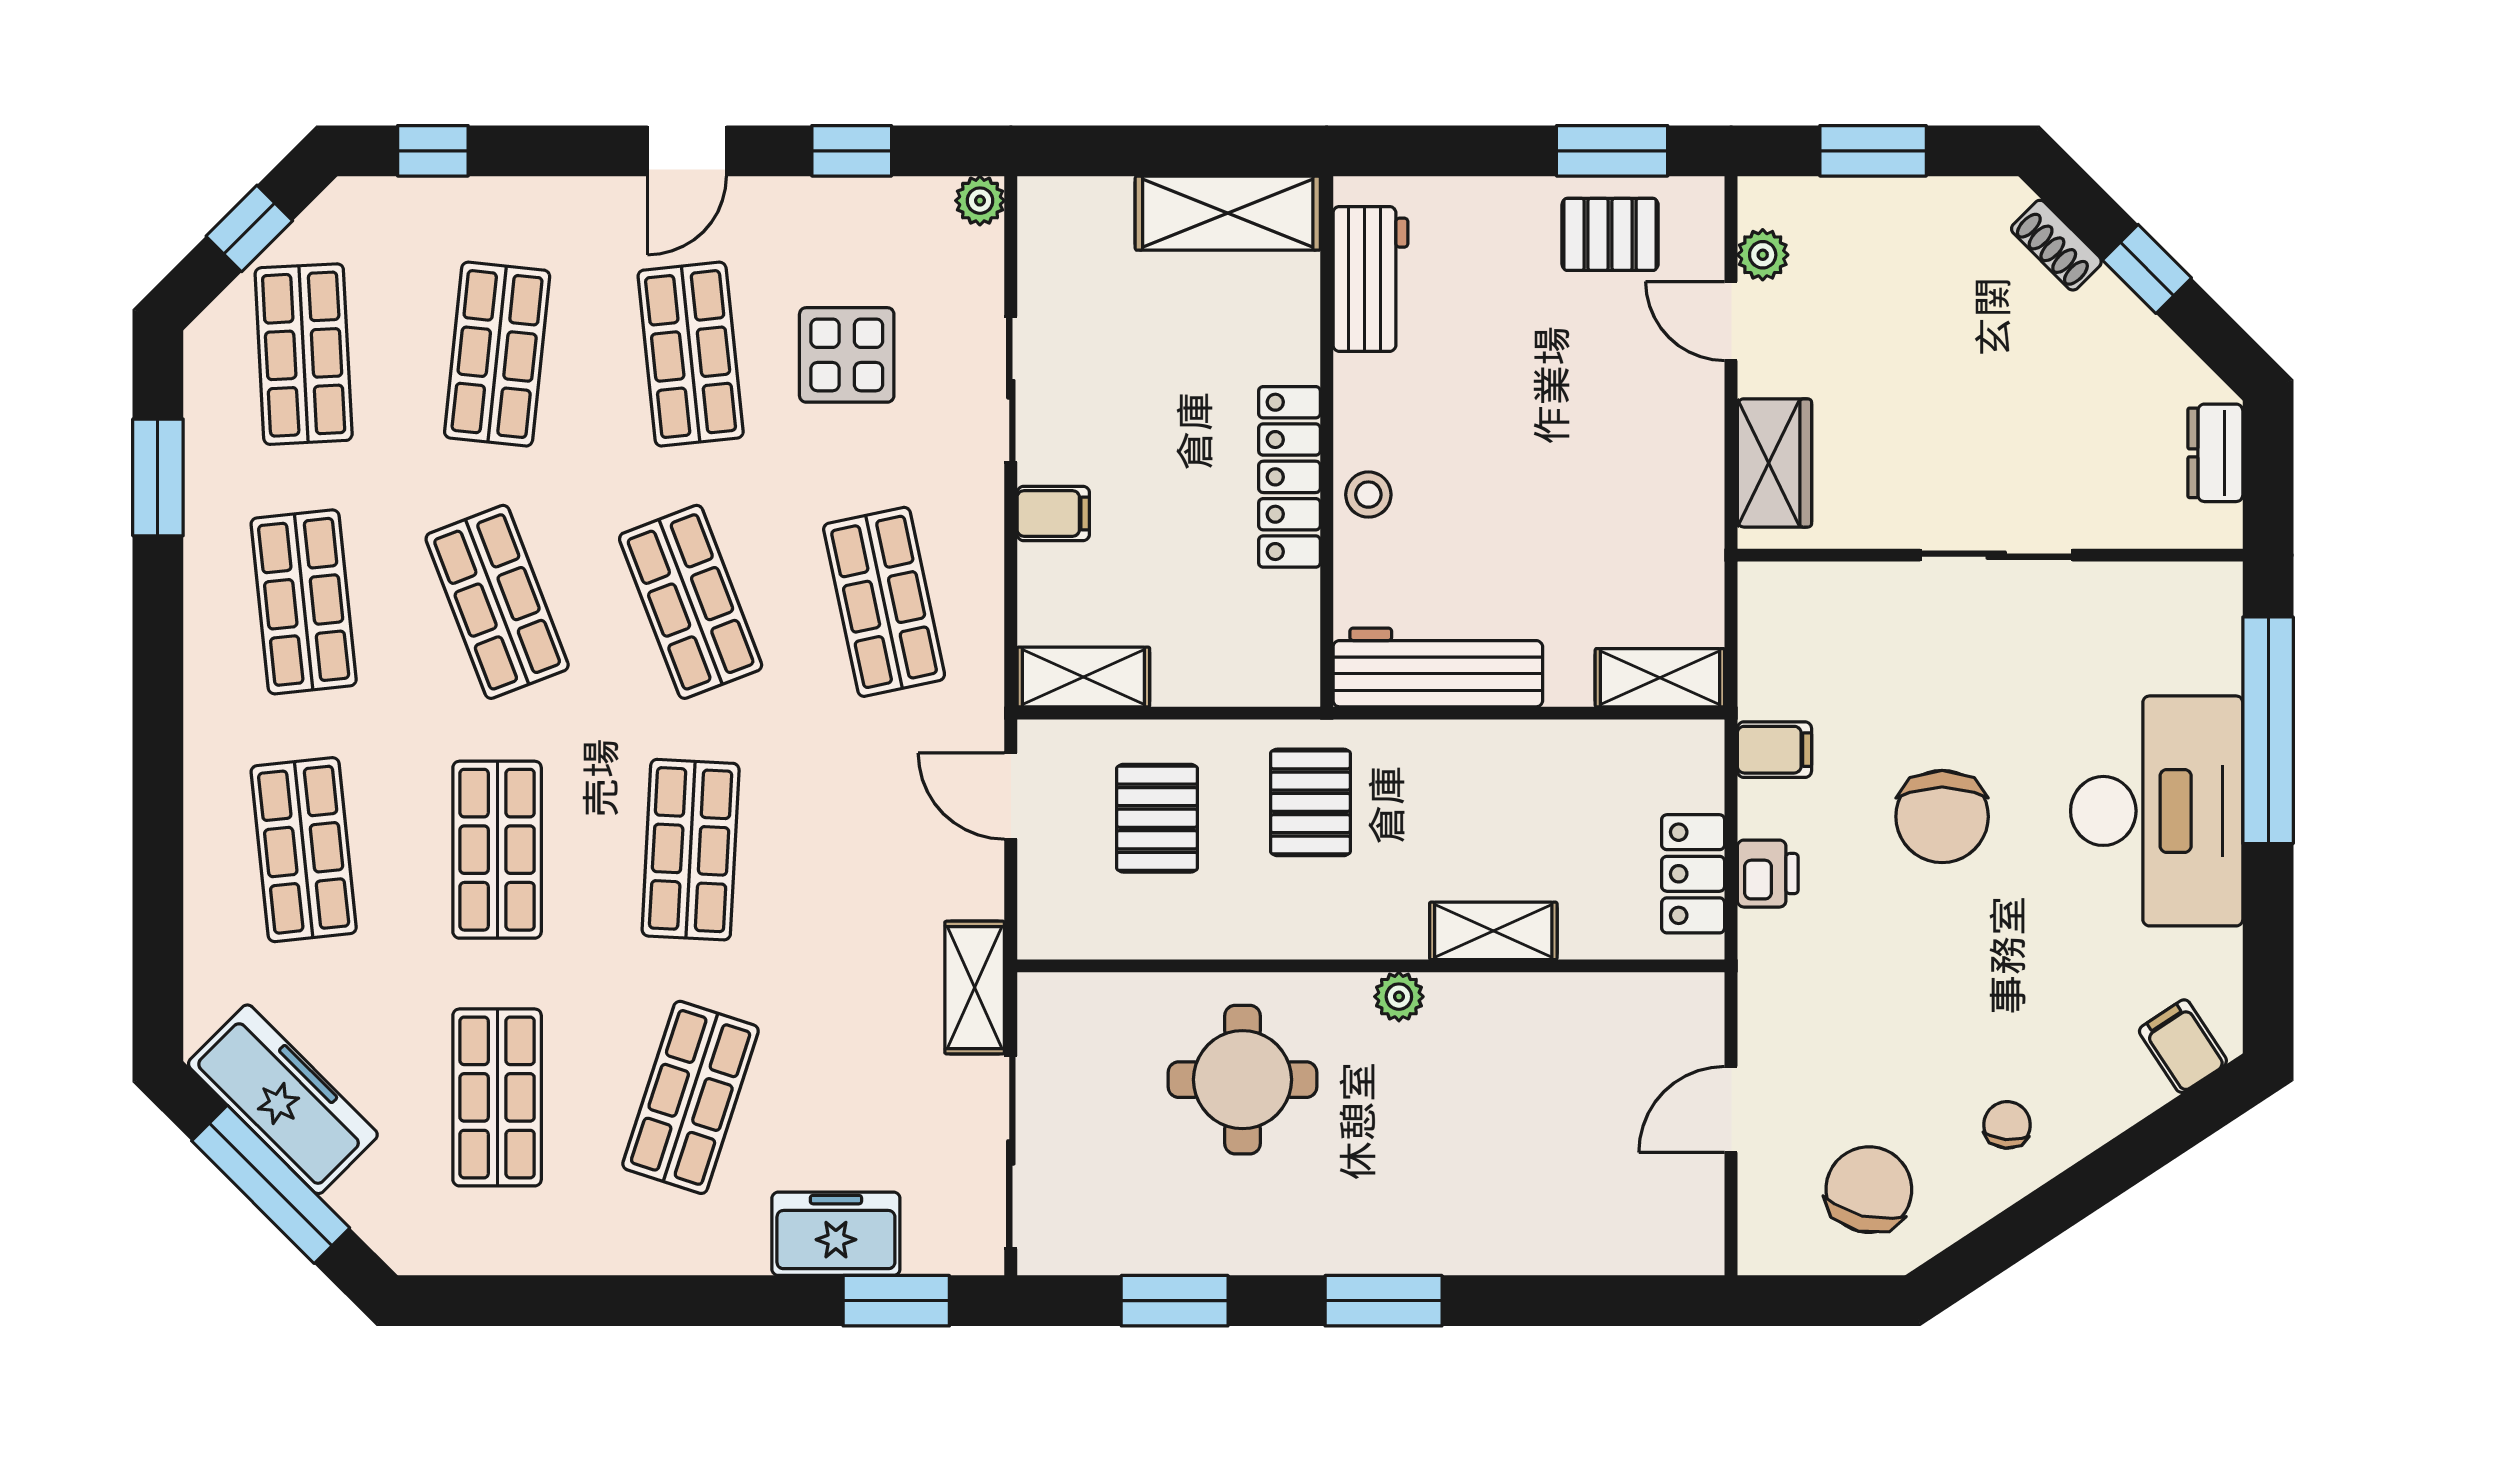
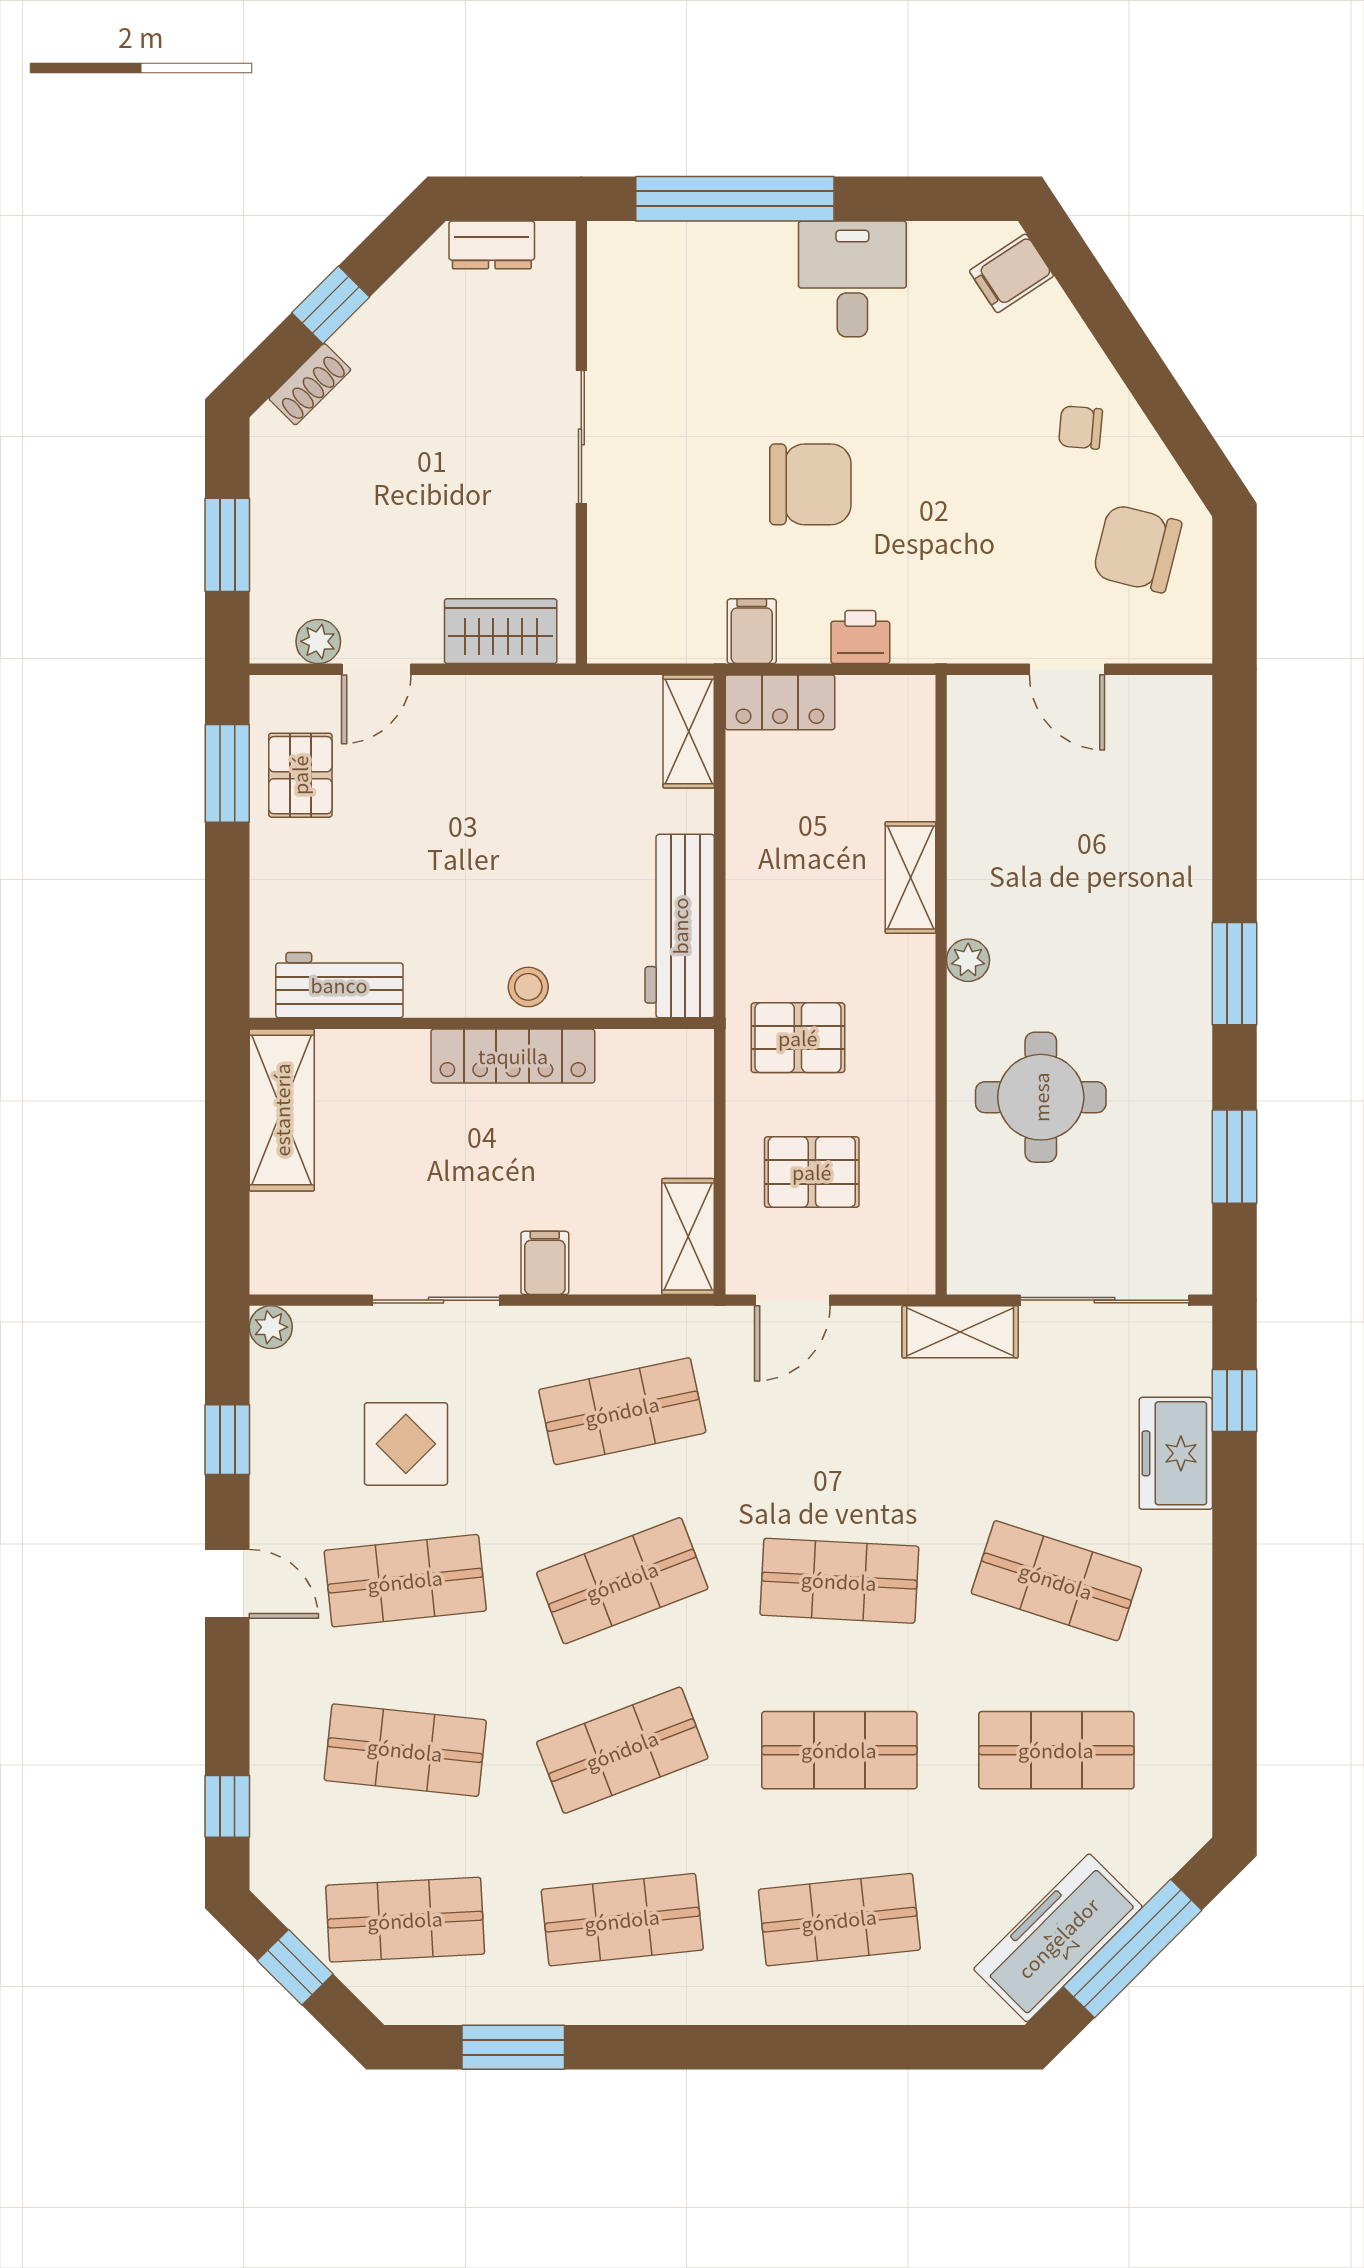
desk: (2157, 811) -> (852, 279), width x0.53, depth x0.77
locker: (1693, 874) -> (780, 702), moved
window: (896, 1301) -> (1234, 1401), width x0.67

